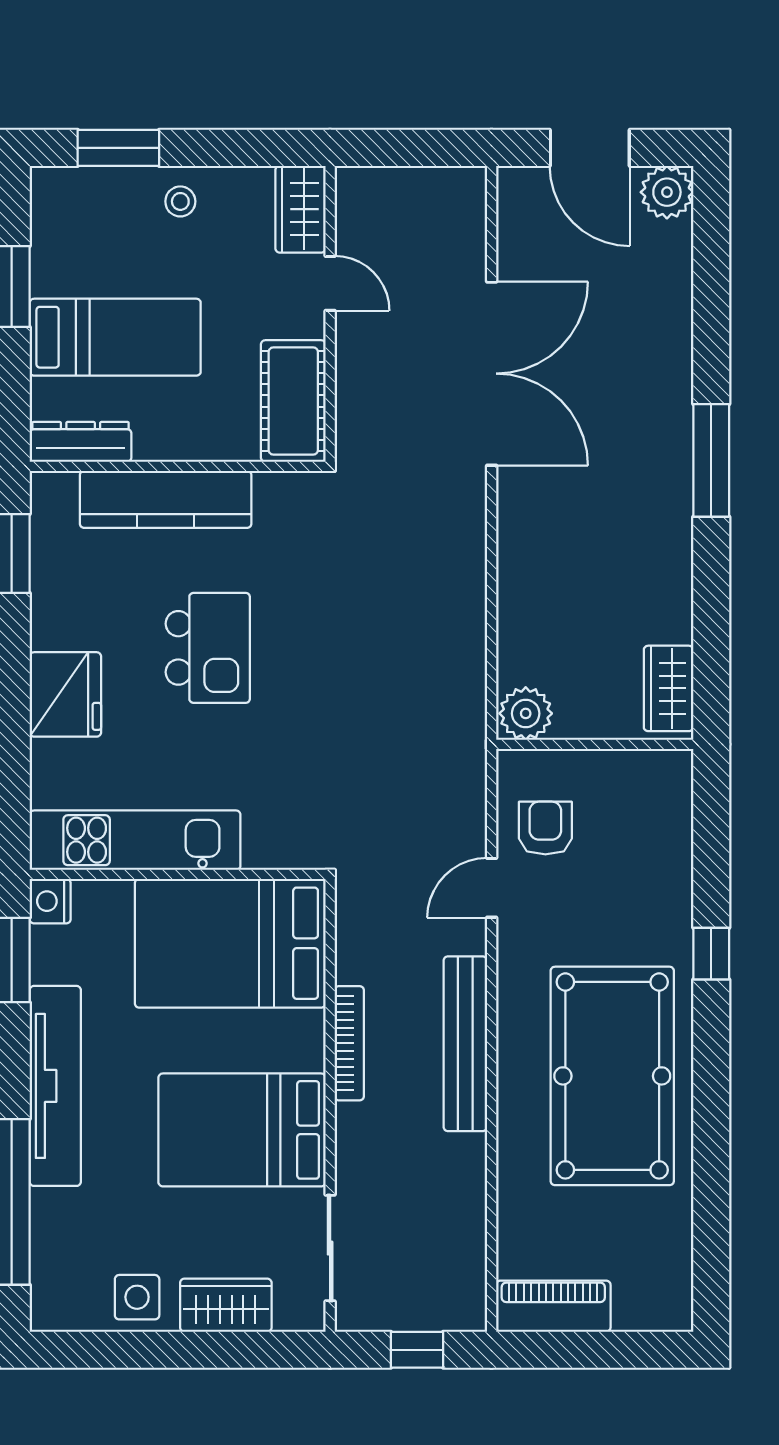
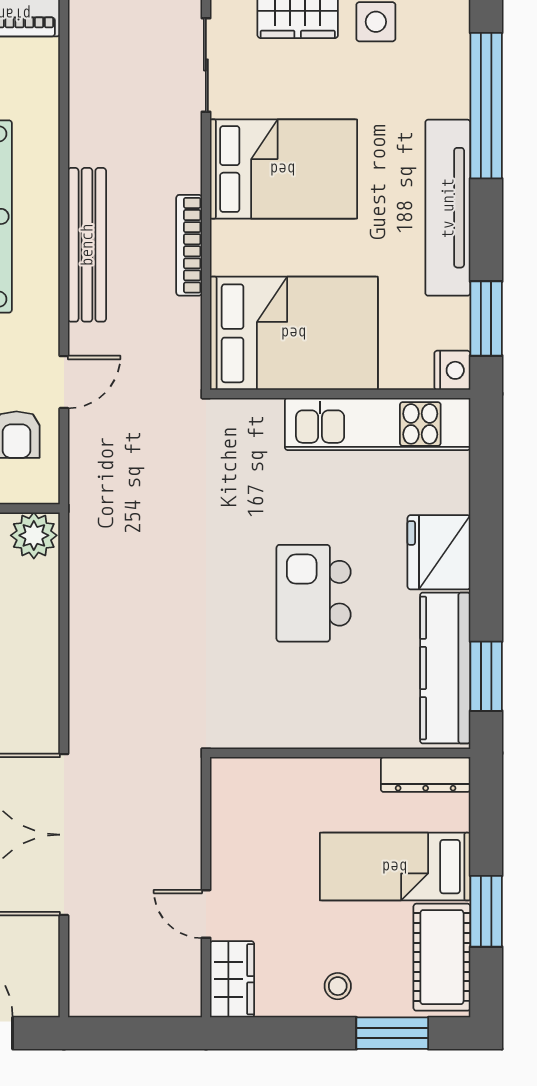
cot: (293, 401) -> (442, 957), moved
kitchen counter: (166, 499) -> (445, 668), moved, turned -90

